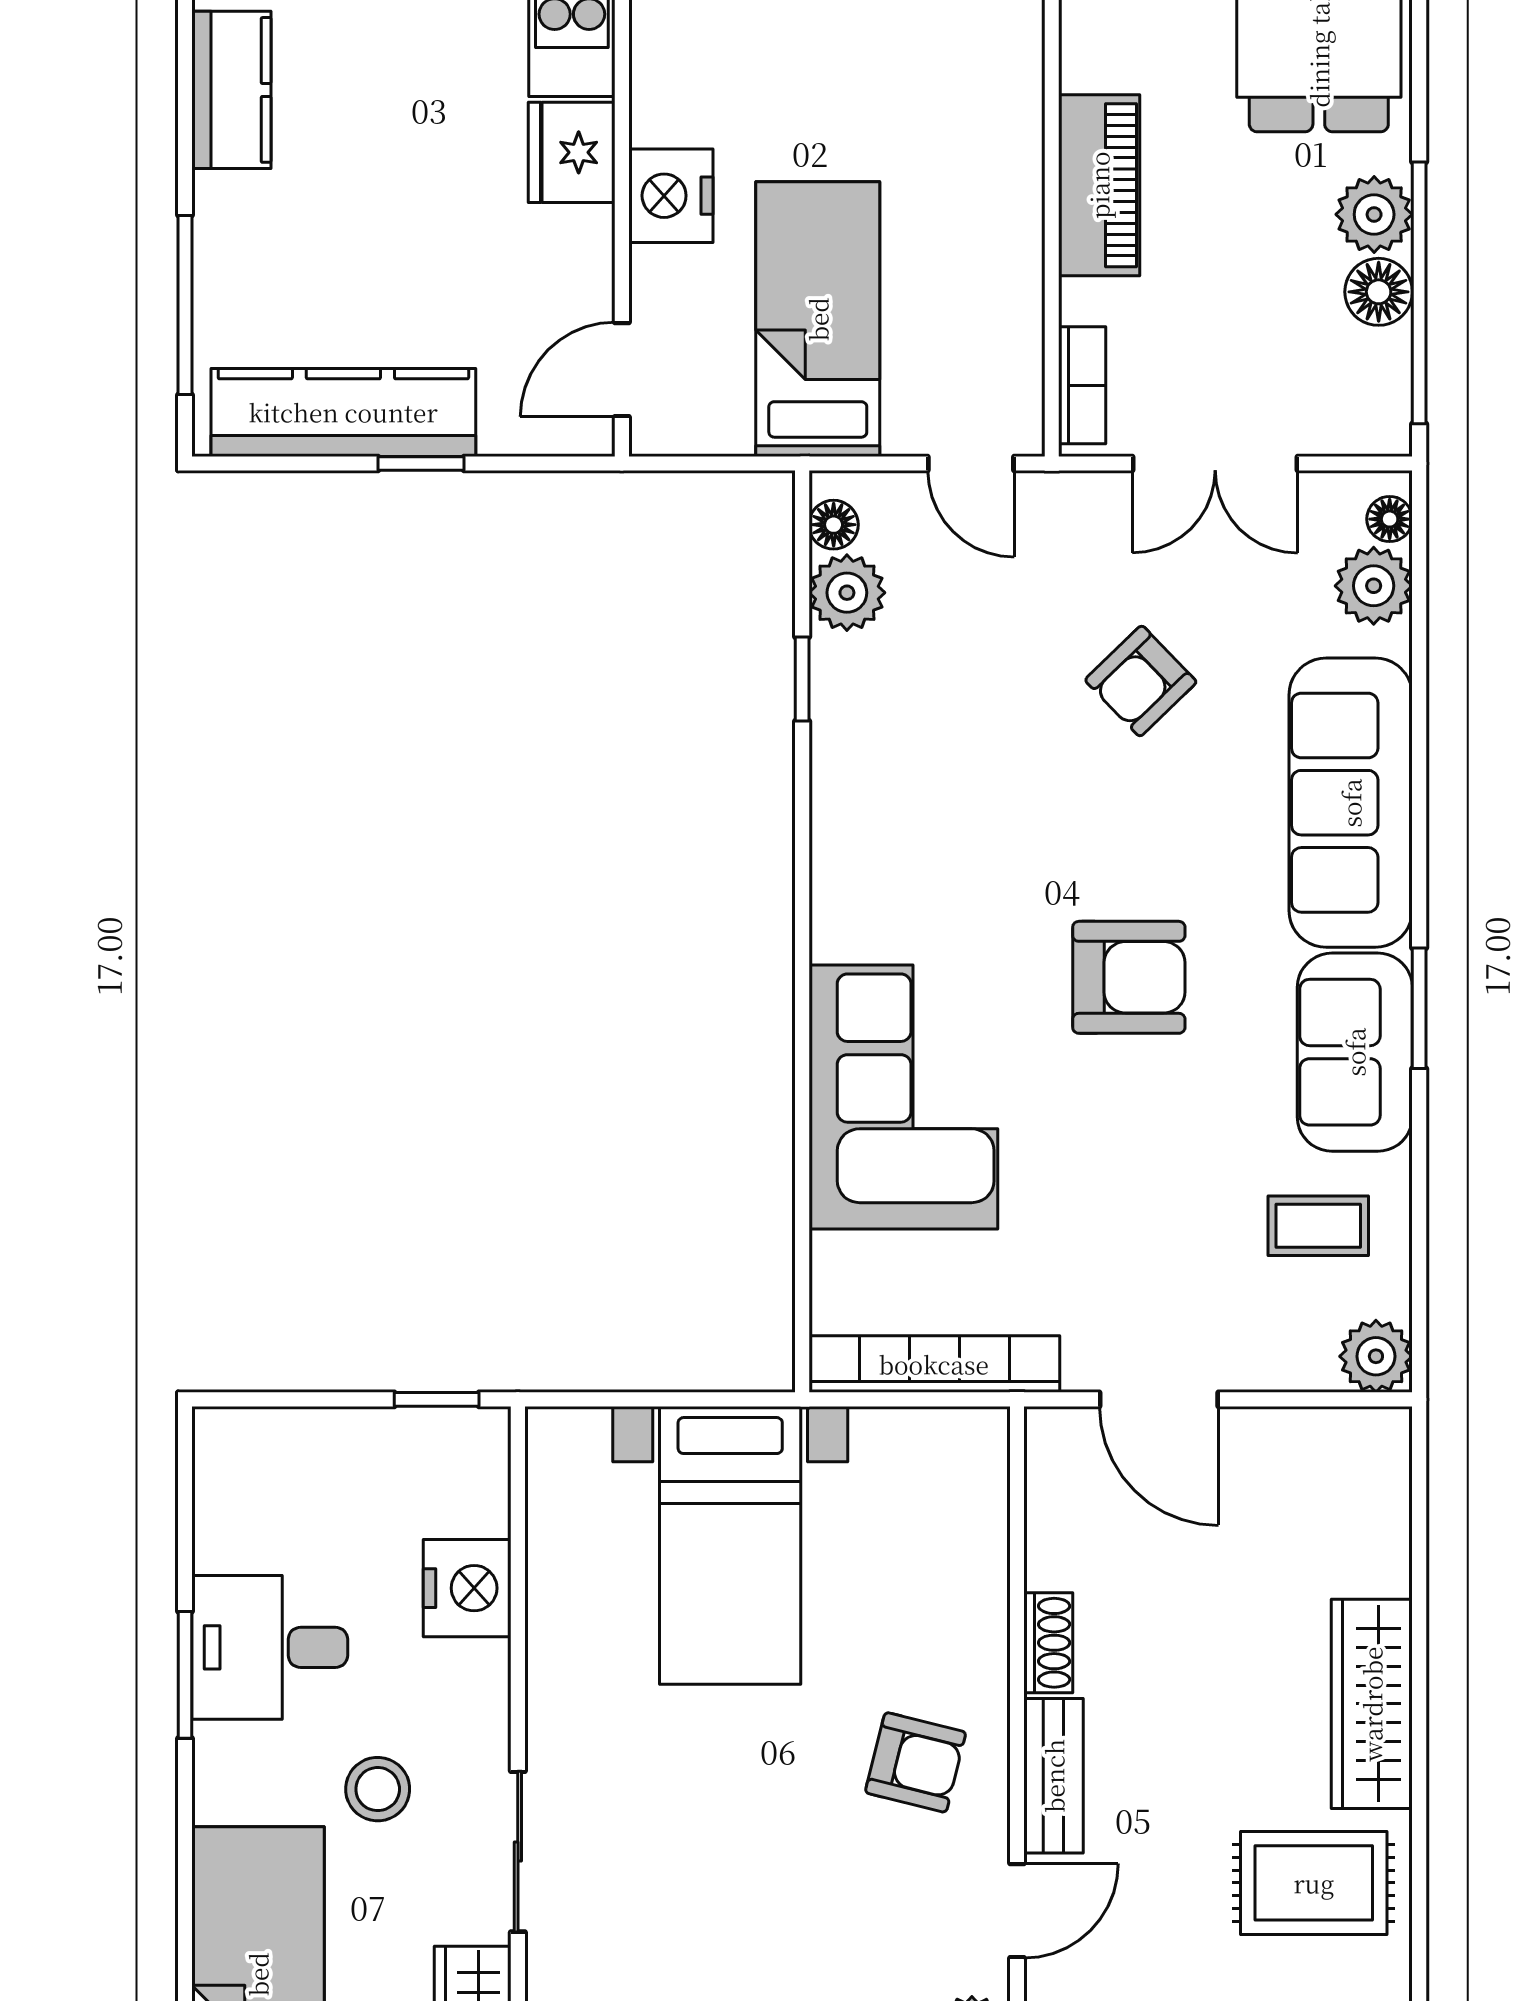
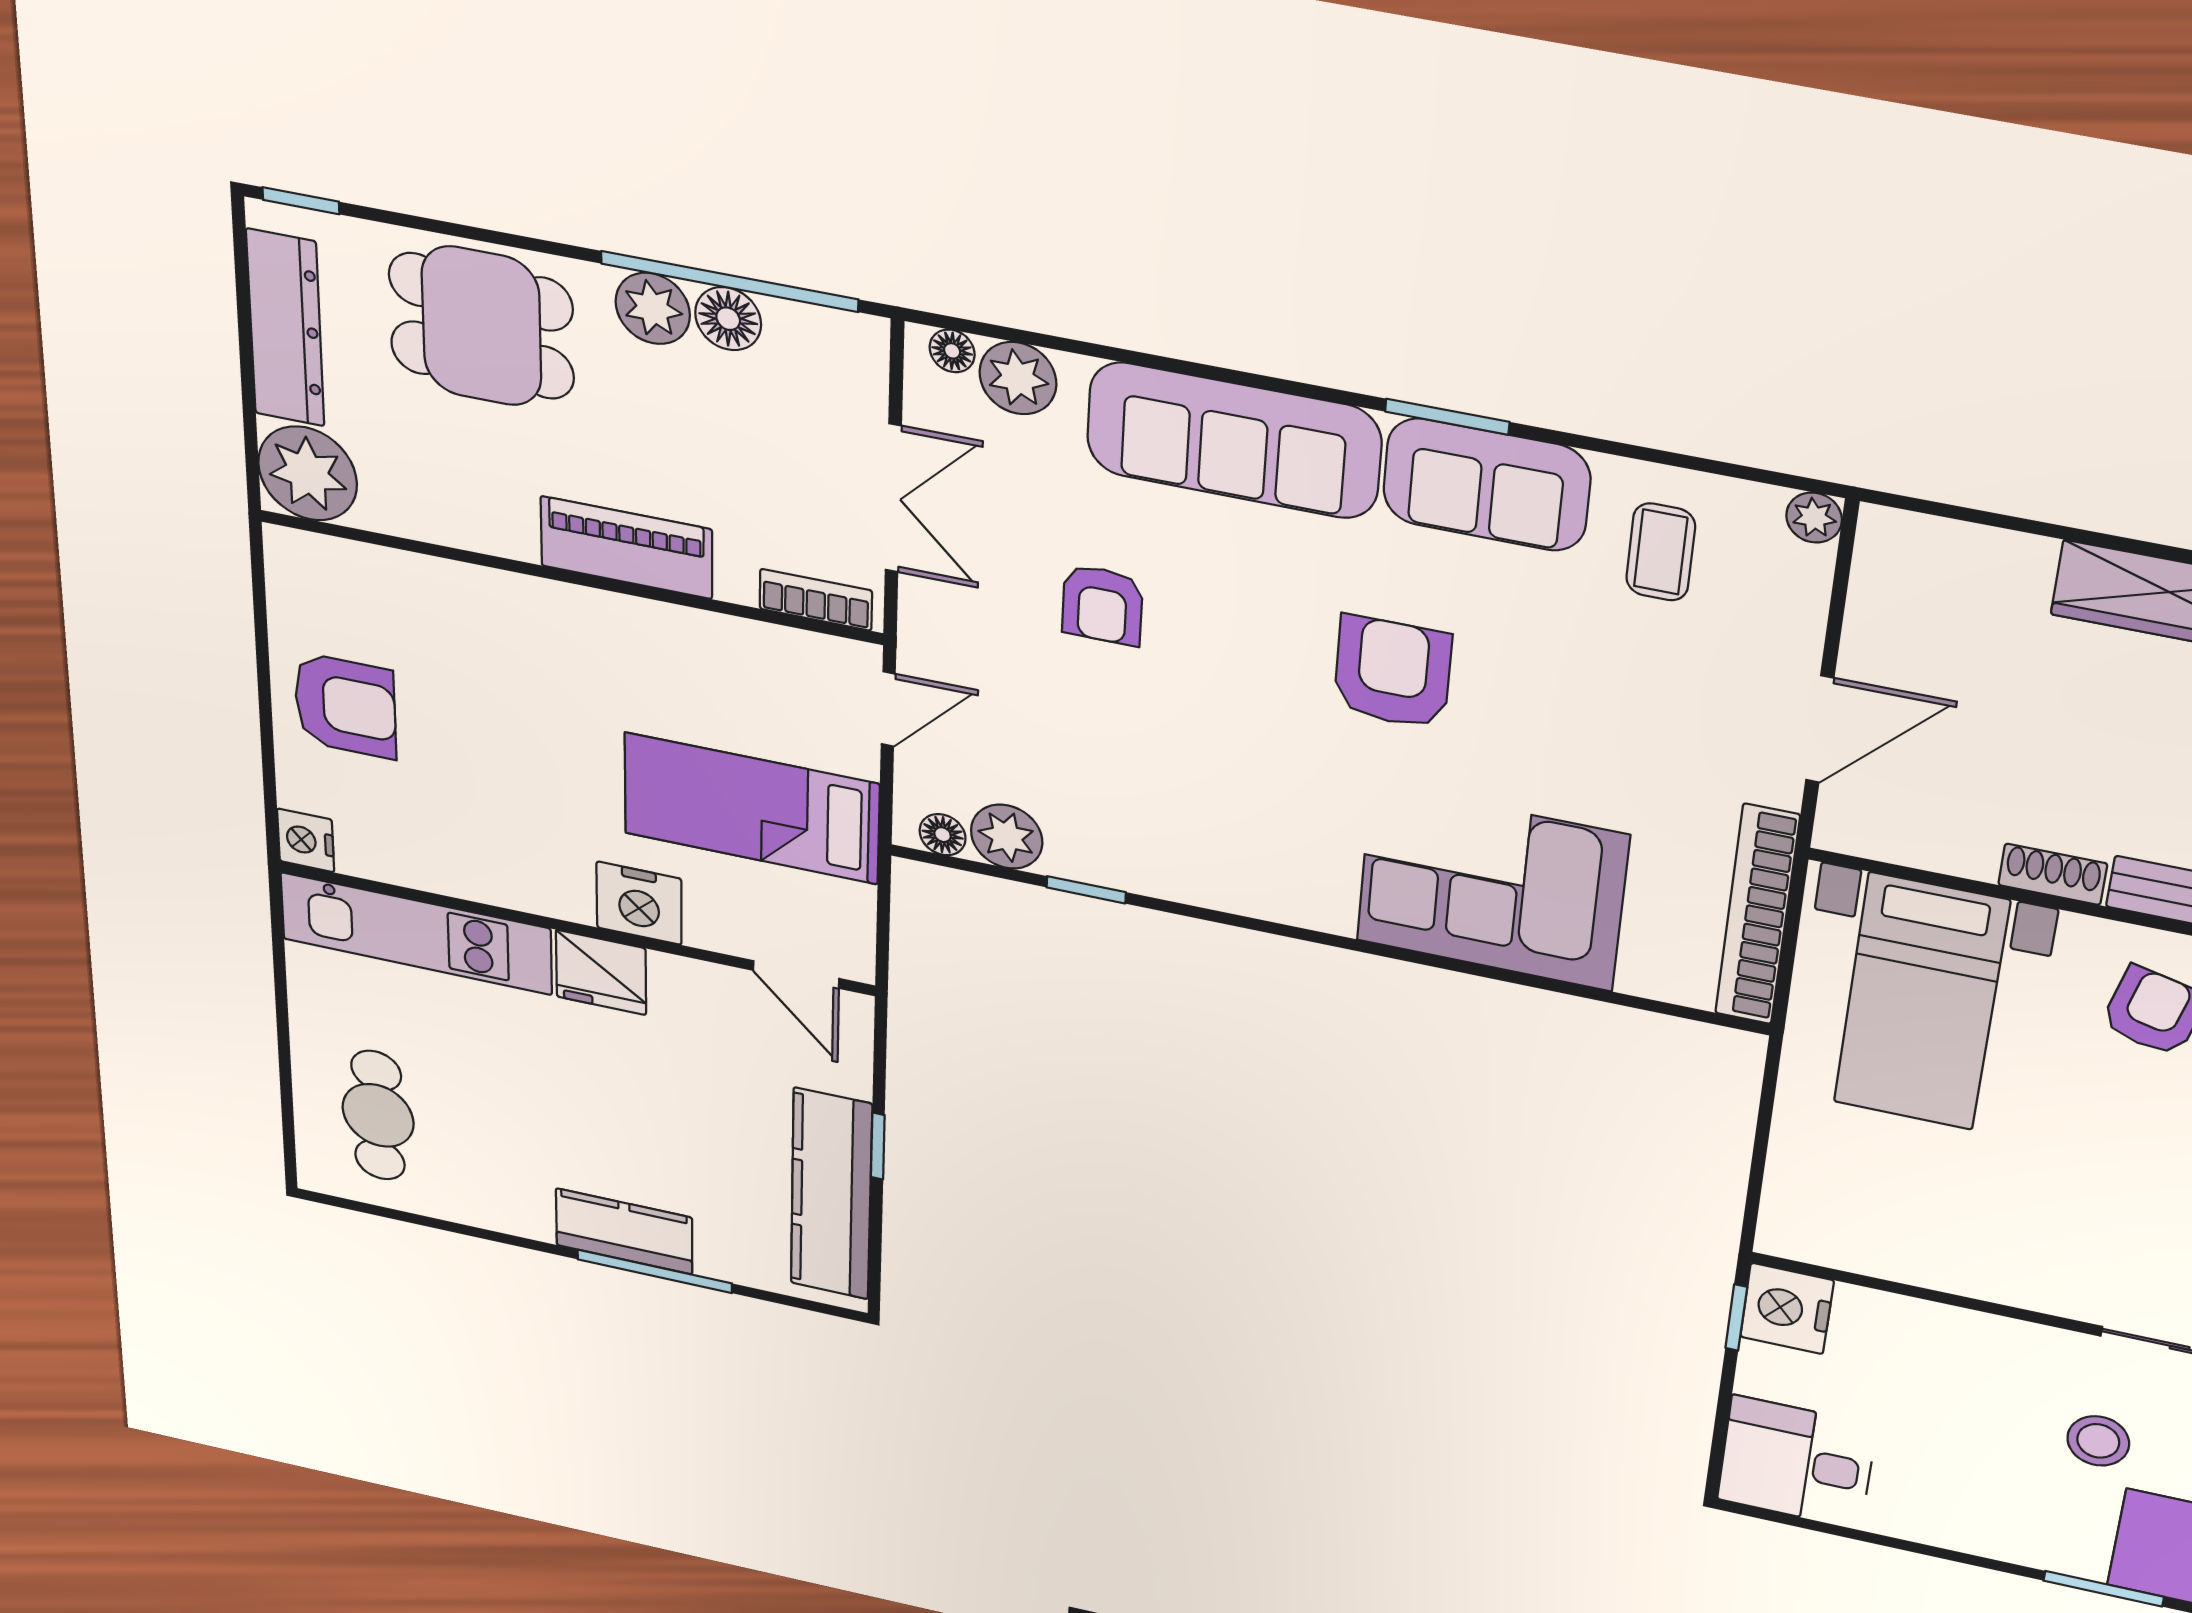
kitchen counter: (231, 90) -> (624, 1231), moved
window: (185, 305) -> (655, 1271), moved
armchair: (1141, 681) -> (1102, 605), turned 44
plant: (1376, 1356) -> (1814, 518), width x0.73, depth x0.73
bed with nightstands: (730, 1545) -> (1921, 1002), moved, turned 90
nightstand: (467, 1588) -> (1787, 1309), moved, turned -90
desk: (270, 1647) -> (1797, 1462), moved, turned 90
window: (185, 1675) -> (2104, 1589), moved

